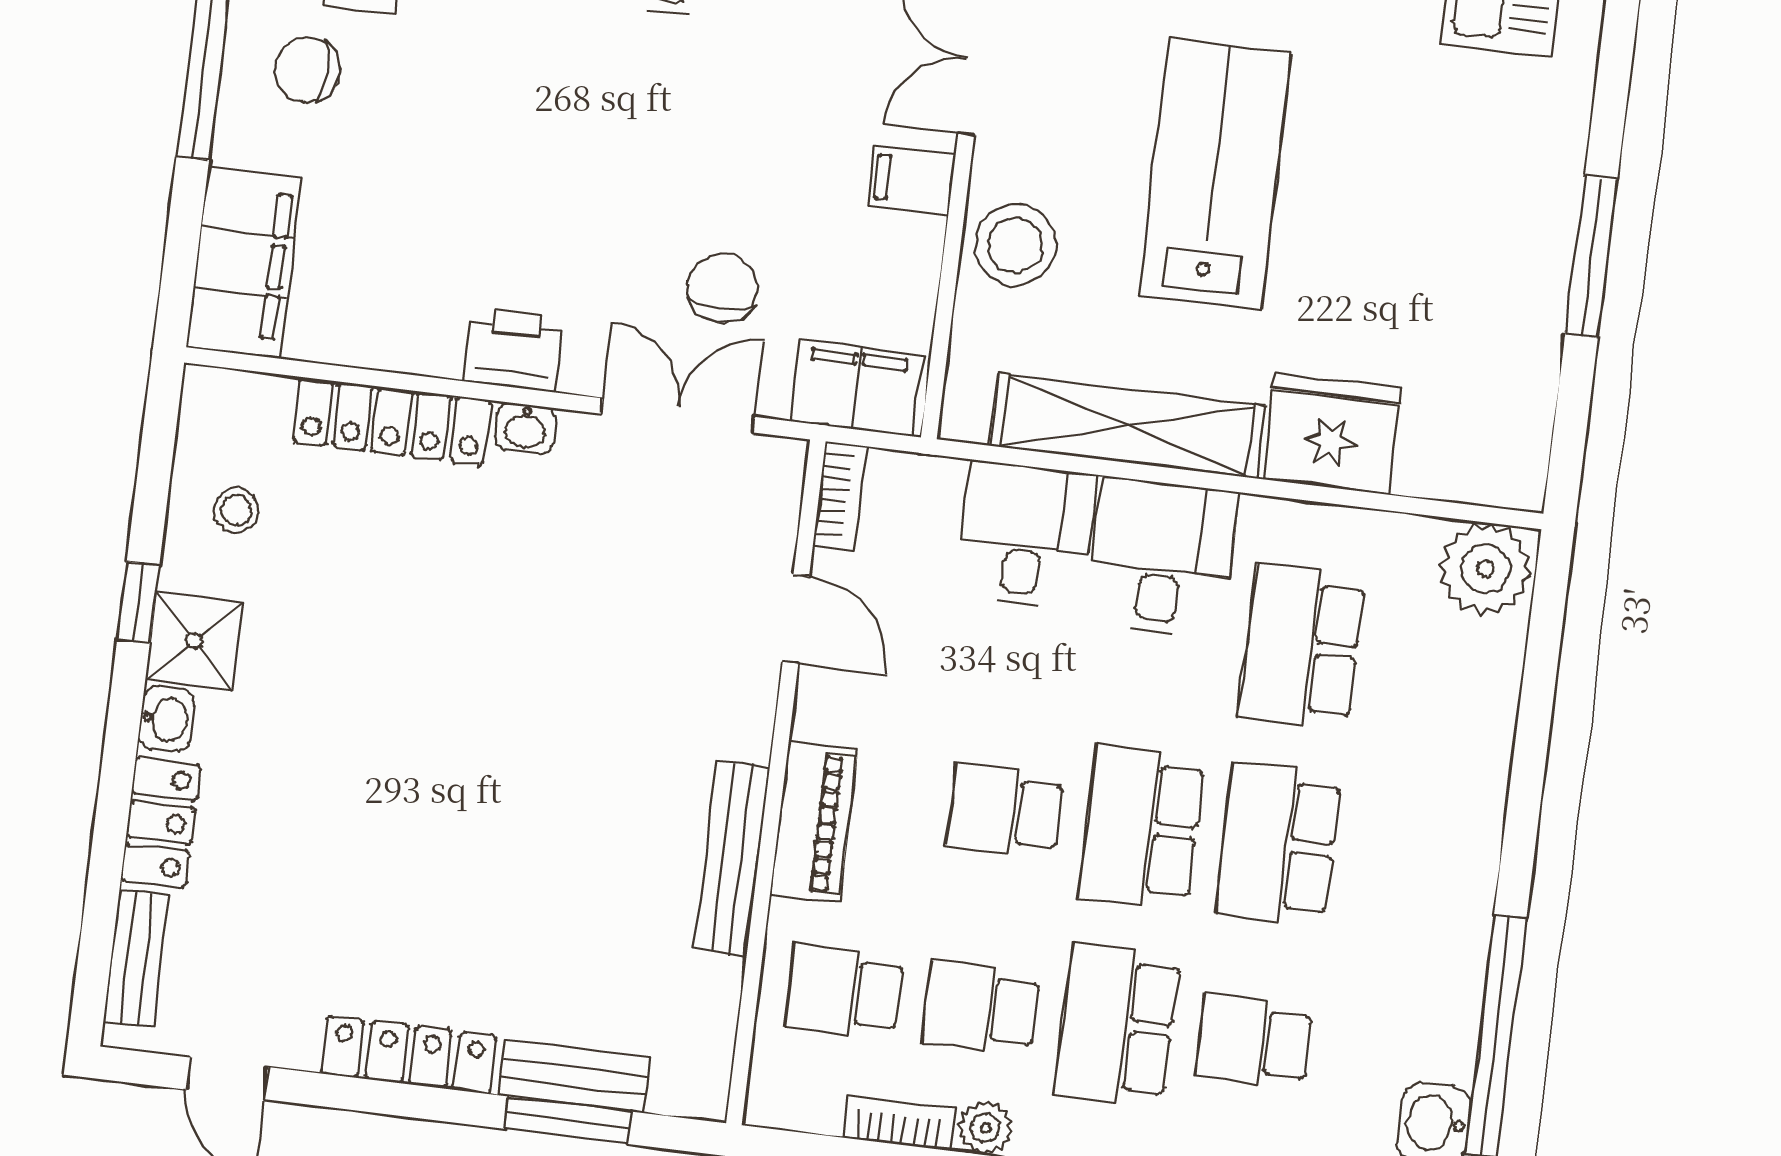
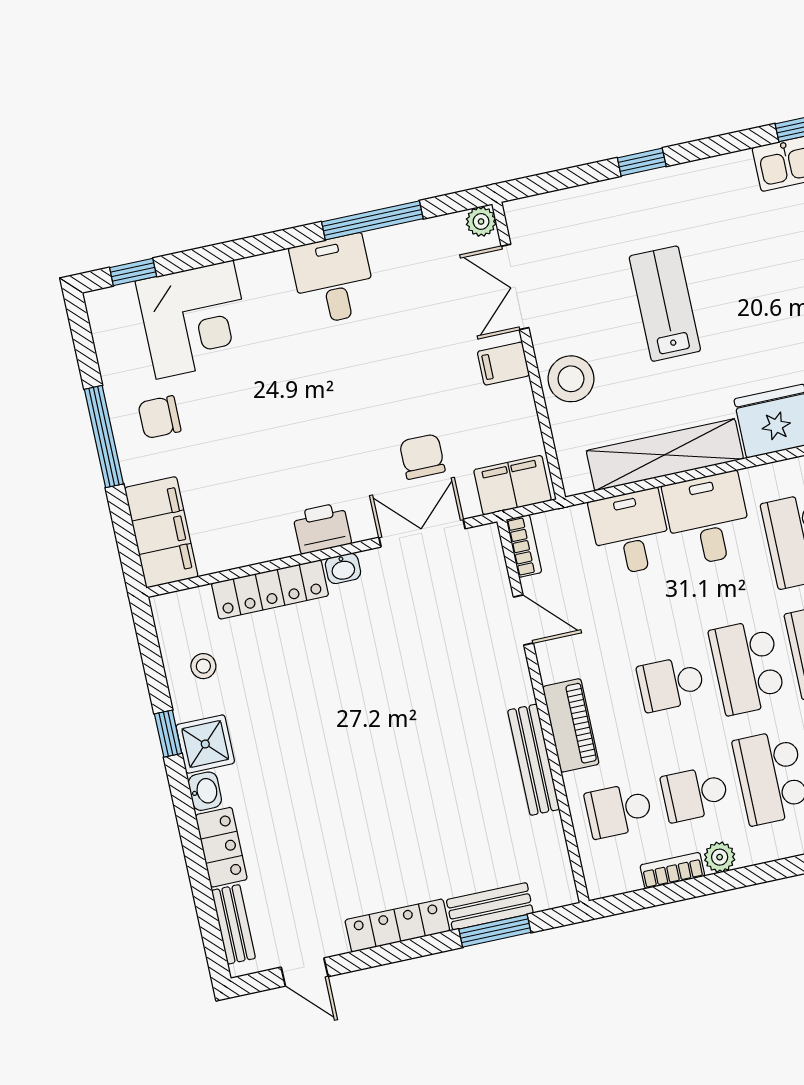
lab bench: (1215, 174) -> (665, 304), width x0.73, depth x0.72

